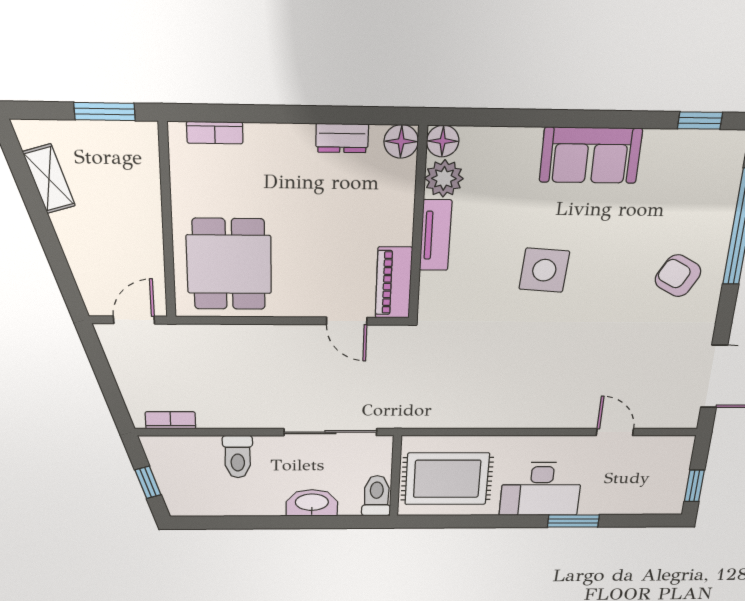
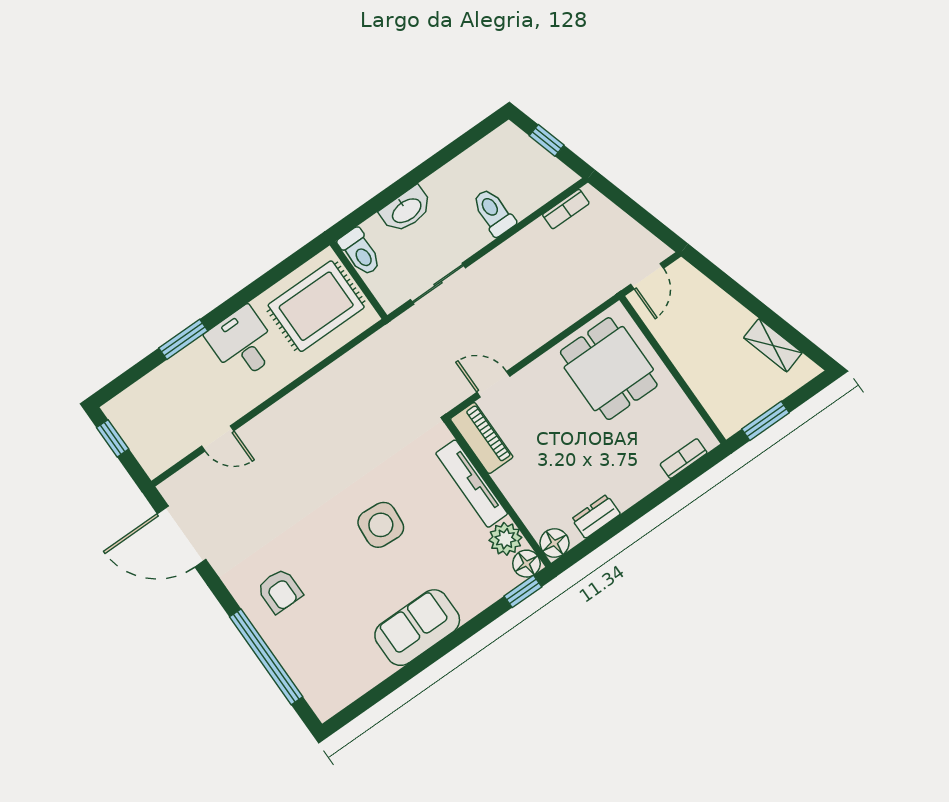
window: (700, 121) -> (523, 591), moved
tv unit: (436, 235) -> (472, 484), width x1.41
armchair: (678, 276) -> (280, 591), turned 61
sliding door: (330, 432) -> (438, 284), width x0.73
desk: (541, 489) -> (243, 343), width x0.73

